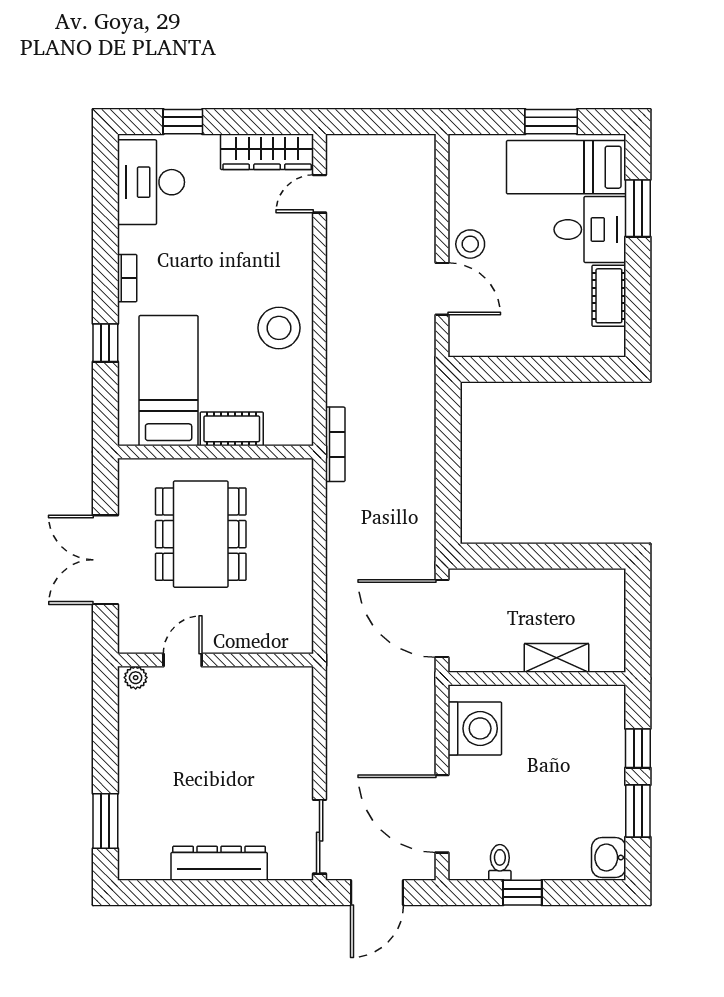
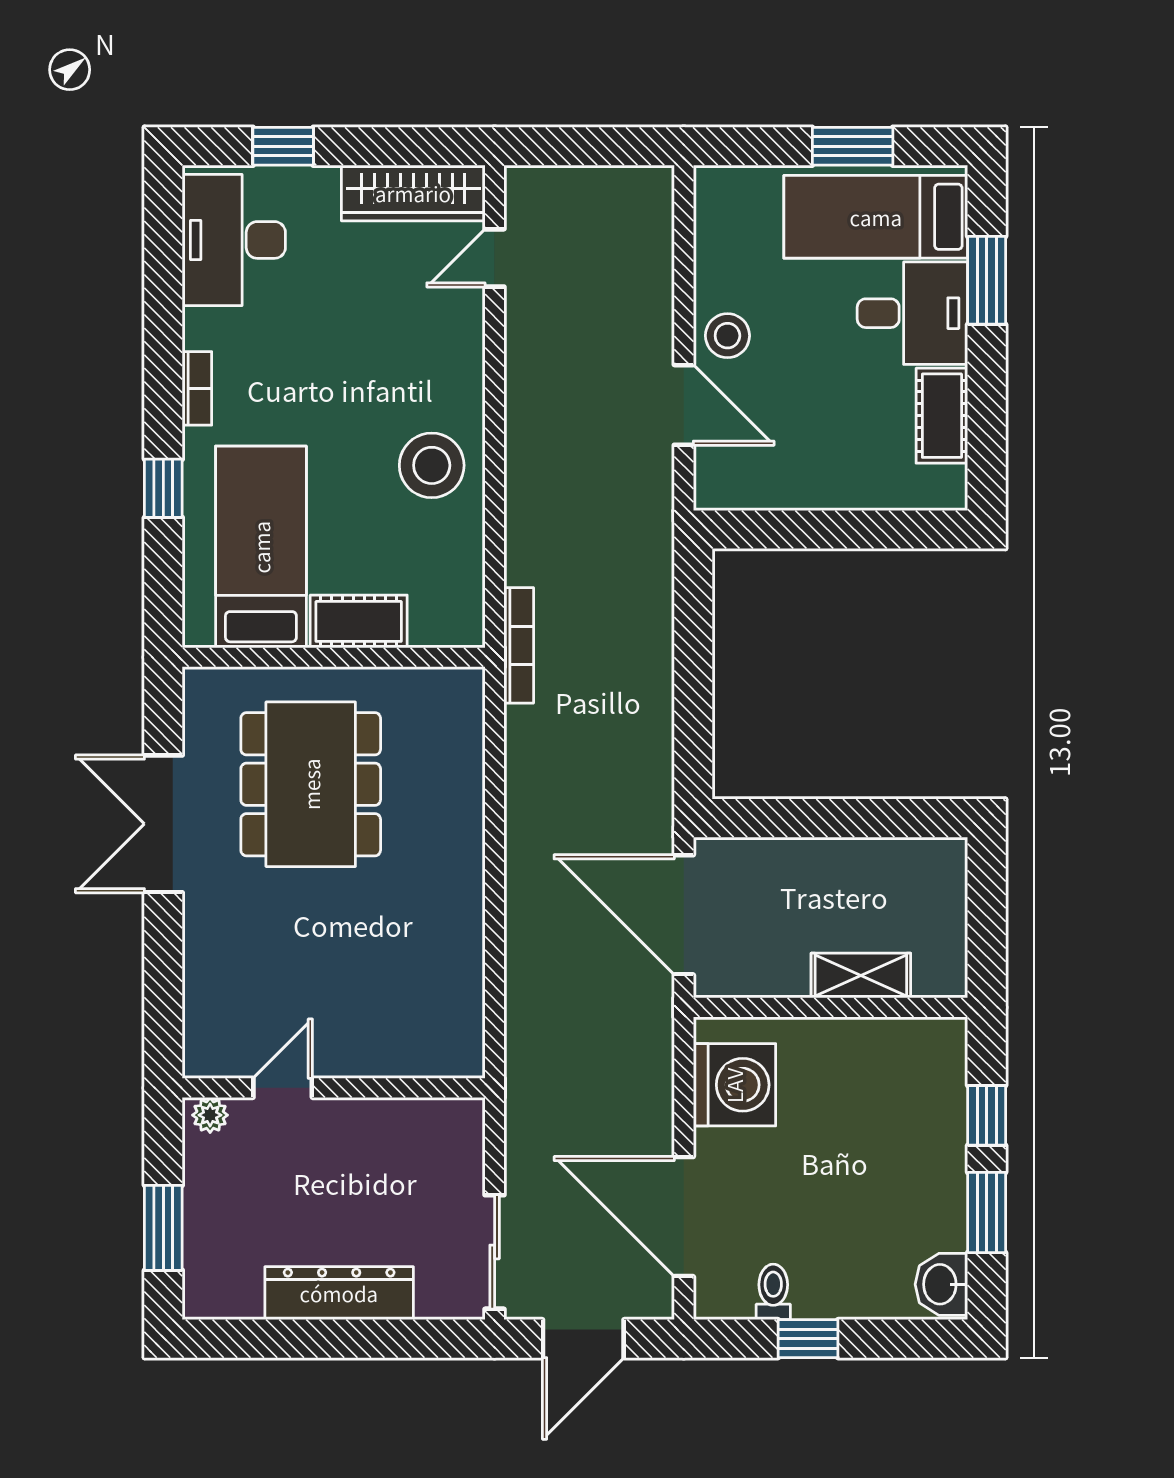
door: (183, 660) -> (283, 1088), moved
wall: (216, 660) -> (334, 1088), moved
plant: (136, 678) -> (210, 1115), moved

